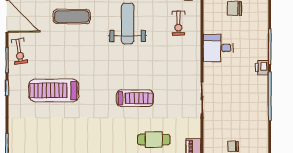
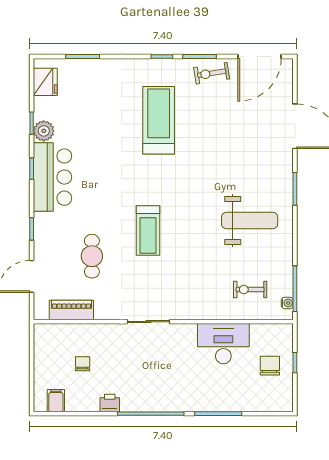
exercise mat: (72, 17) -> (259, 145), removed
desk: (218, 48) -> (223, 344), width x1.37
printer: (262, 68) -> (110, 403), moved

